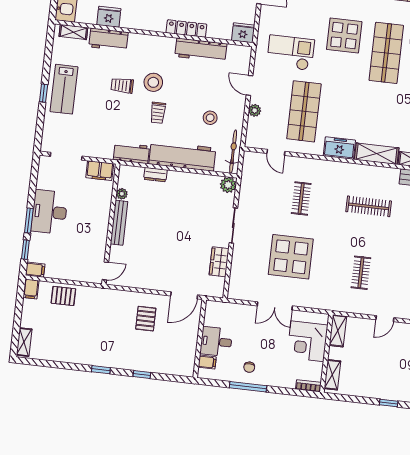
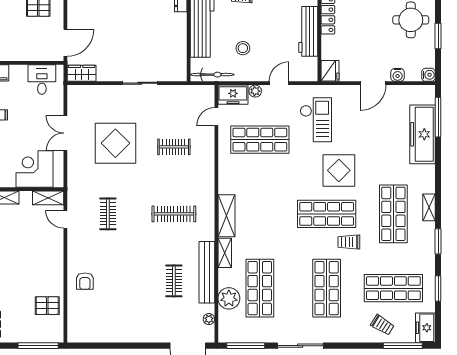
freezer: (339, 148) -> (233, 95), moved, turned 90
plant: (228, 185) -> (179, 73), removed
clothes rail: (369, 206) -> (174, 214), turned 90
wardrobe: (219, 262) -> (82, 73), moved
clothes rail: (361, 273) -> (108, 214), turned 90
door: (184, 295) -> (65, 43), swing flipped
door: (385, 319) -> (65, 219), moved
desk: (216, 342) -> (42, 80), moved

